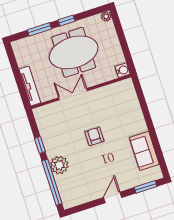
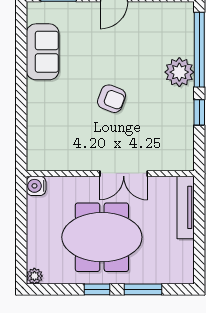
armchair: (94, 136) -> (112, 99), turned -69

